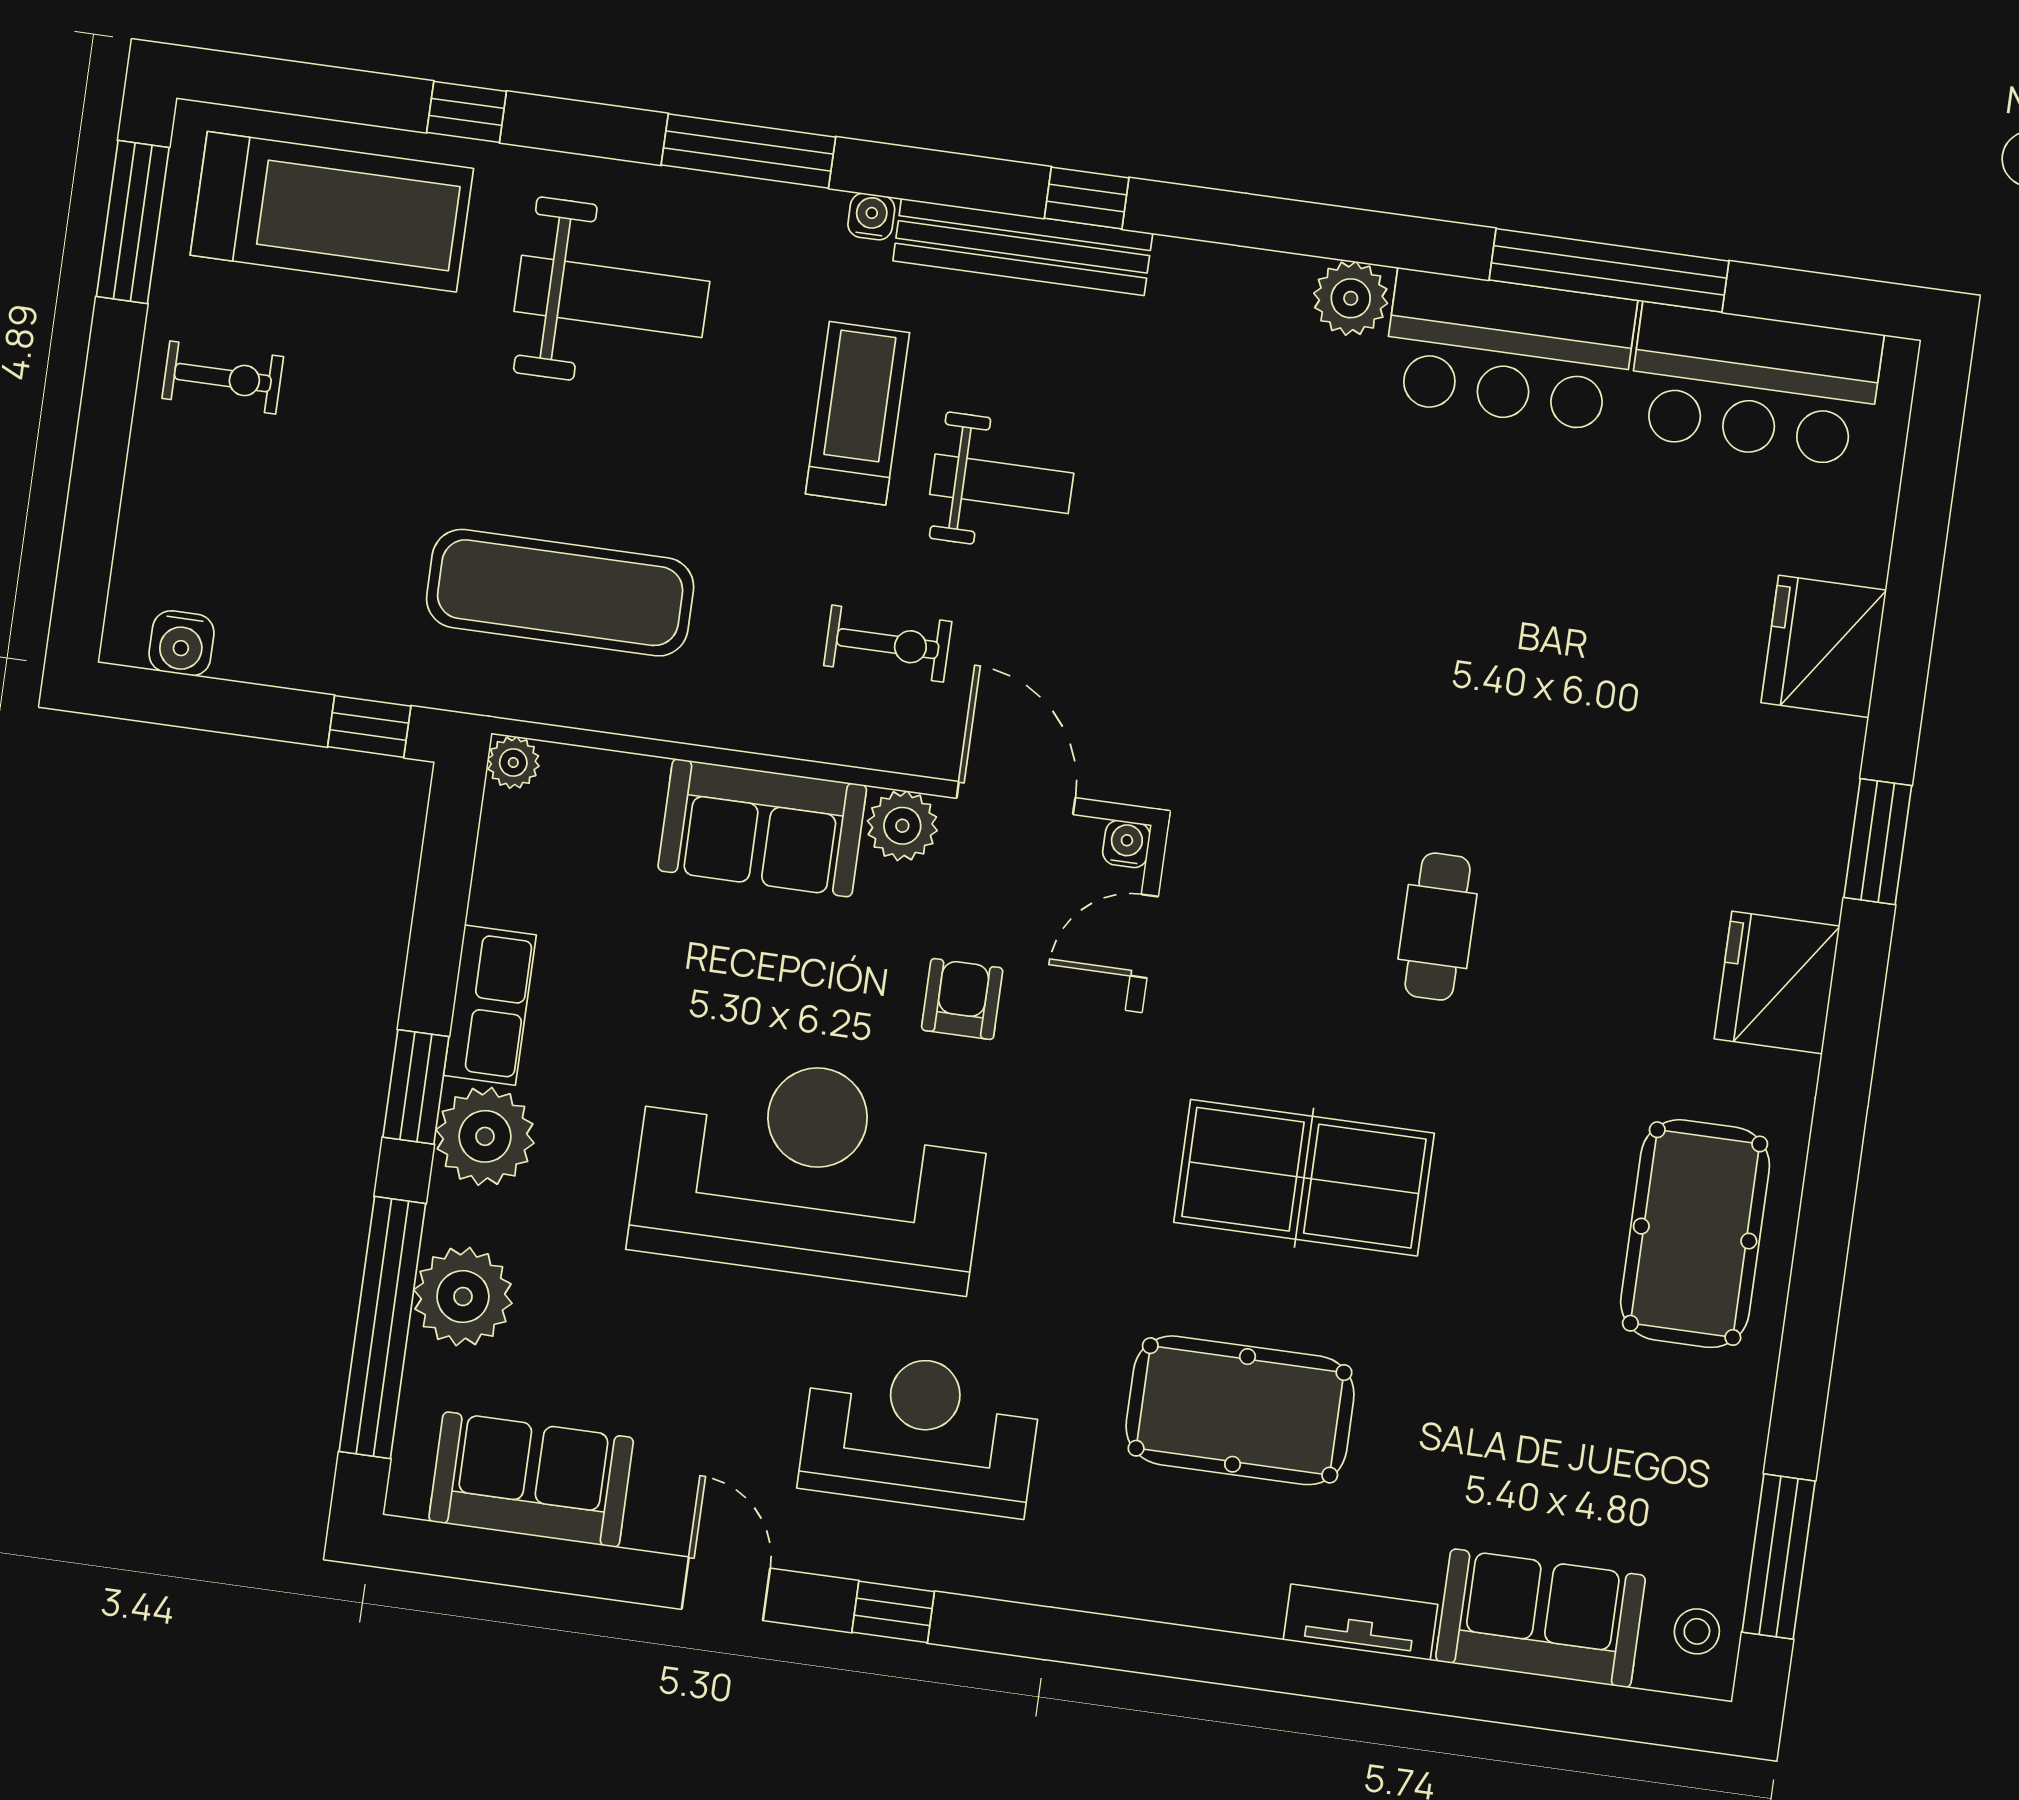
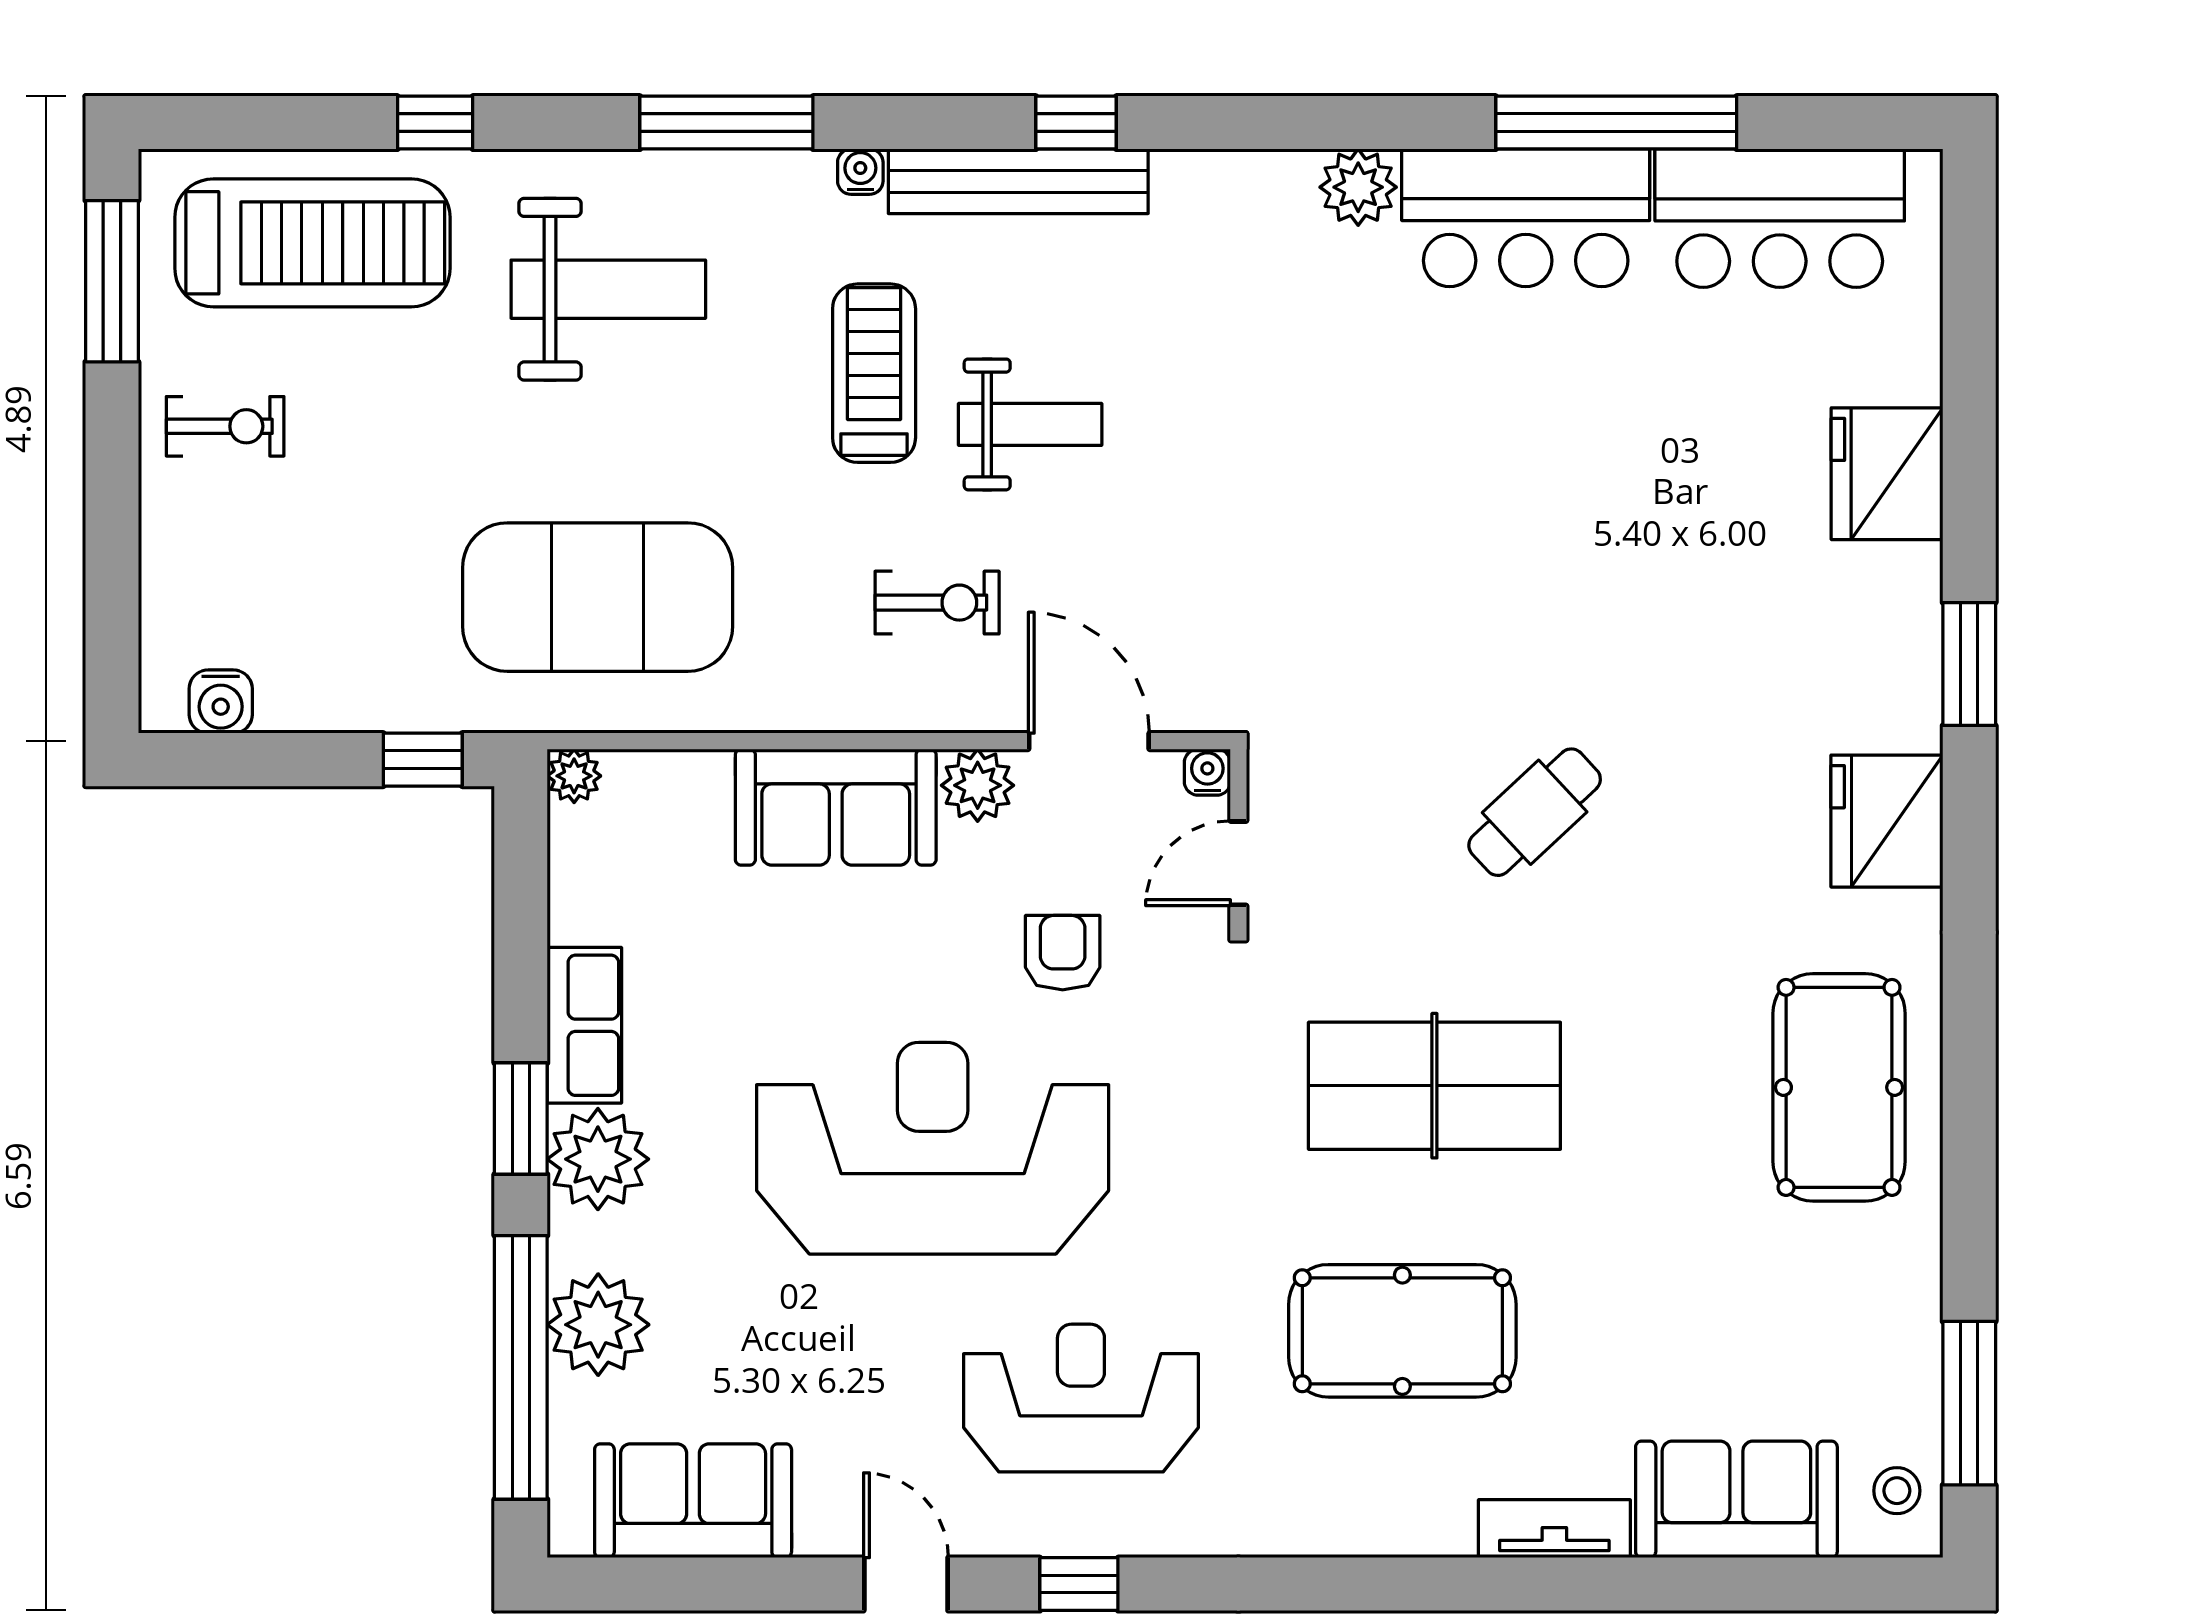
exercise mat: (560, 593) -> (598, 597), width x1.47
cafe table: (1438, 927) -> (1535, 812), turned 47

